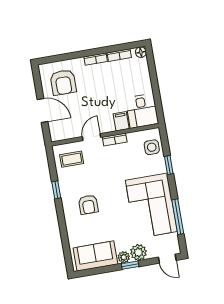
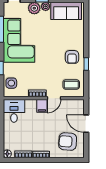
armchair: (63, 82) -> (68, 142), turned -86
filing cabinet: (121, 121) -> (42, 106), moved
armchair: (88, 205) -> (72, 57), moved, turned 180

